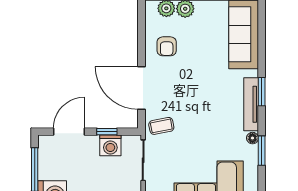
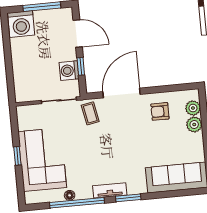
tv unit: (251, 104) -> (110, 190), width x0.71
floor lamp: (252, 138) -> (70, 195), moved
window: (262, 151) -> (77, 203), width x2.11

